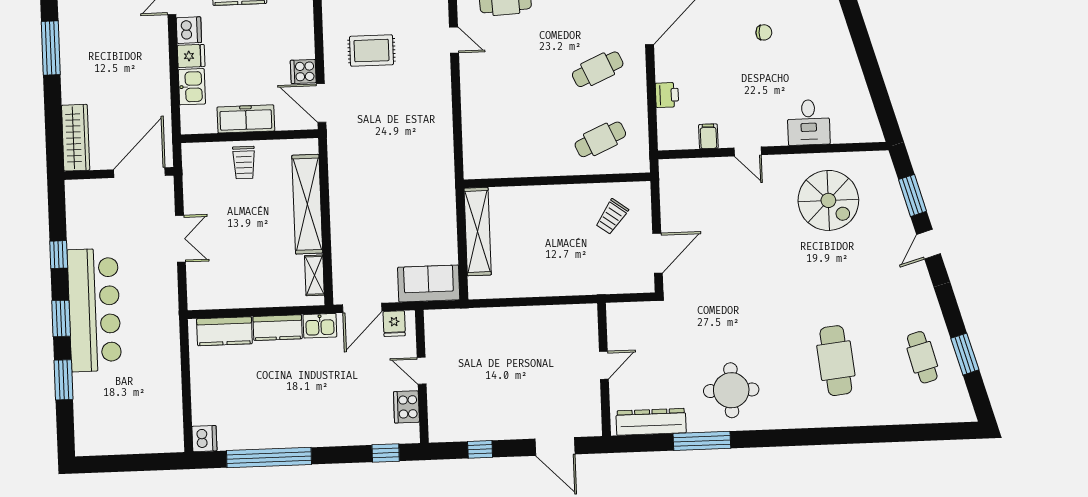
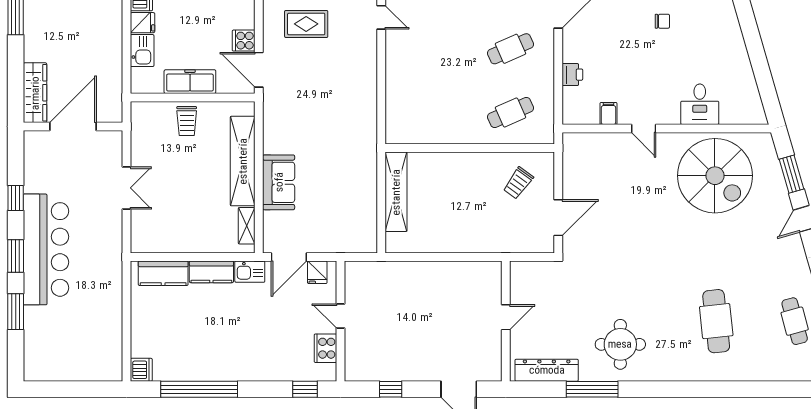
door: (139, 173) -> (73, 127), moved
spiral stairs: (828, 200) -> (715, 176), width x1.37, depth x1.37
sofa: (429, 284) -> (279, 182), moved, turned 90

